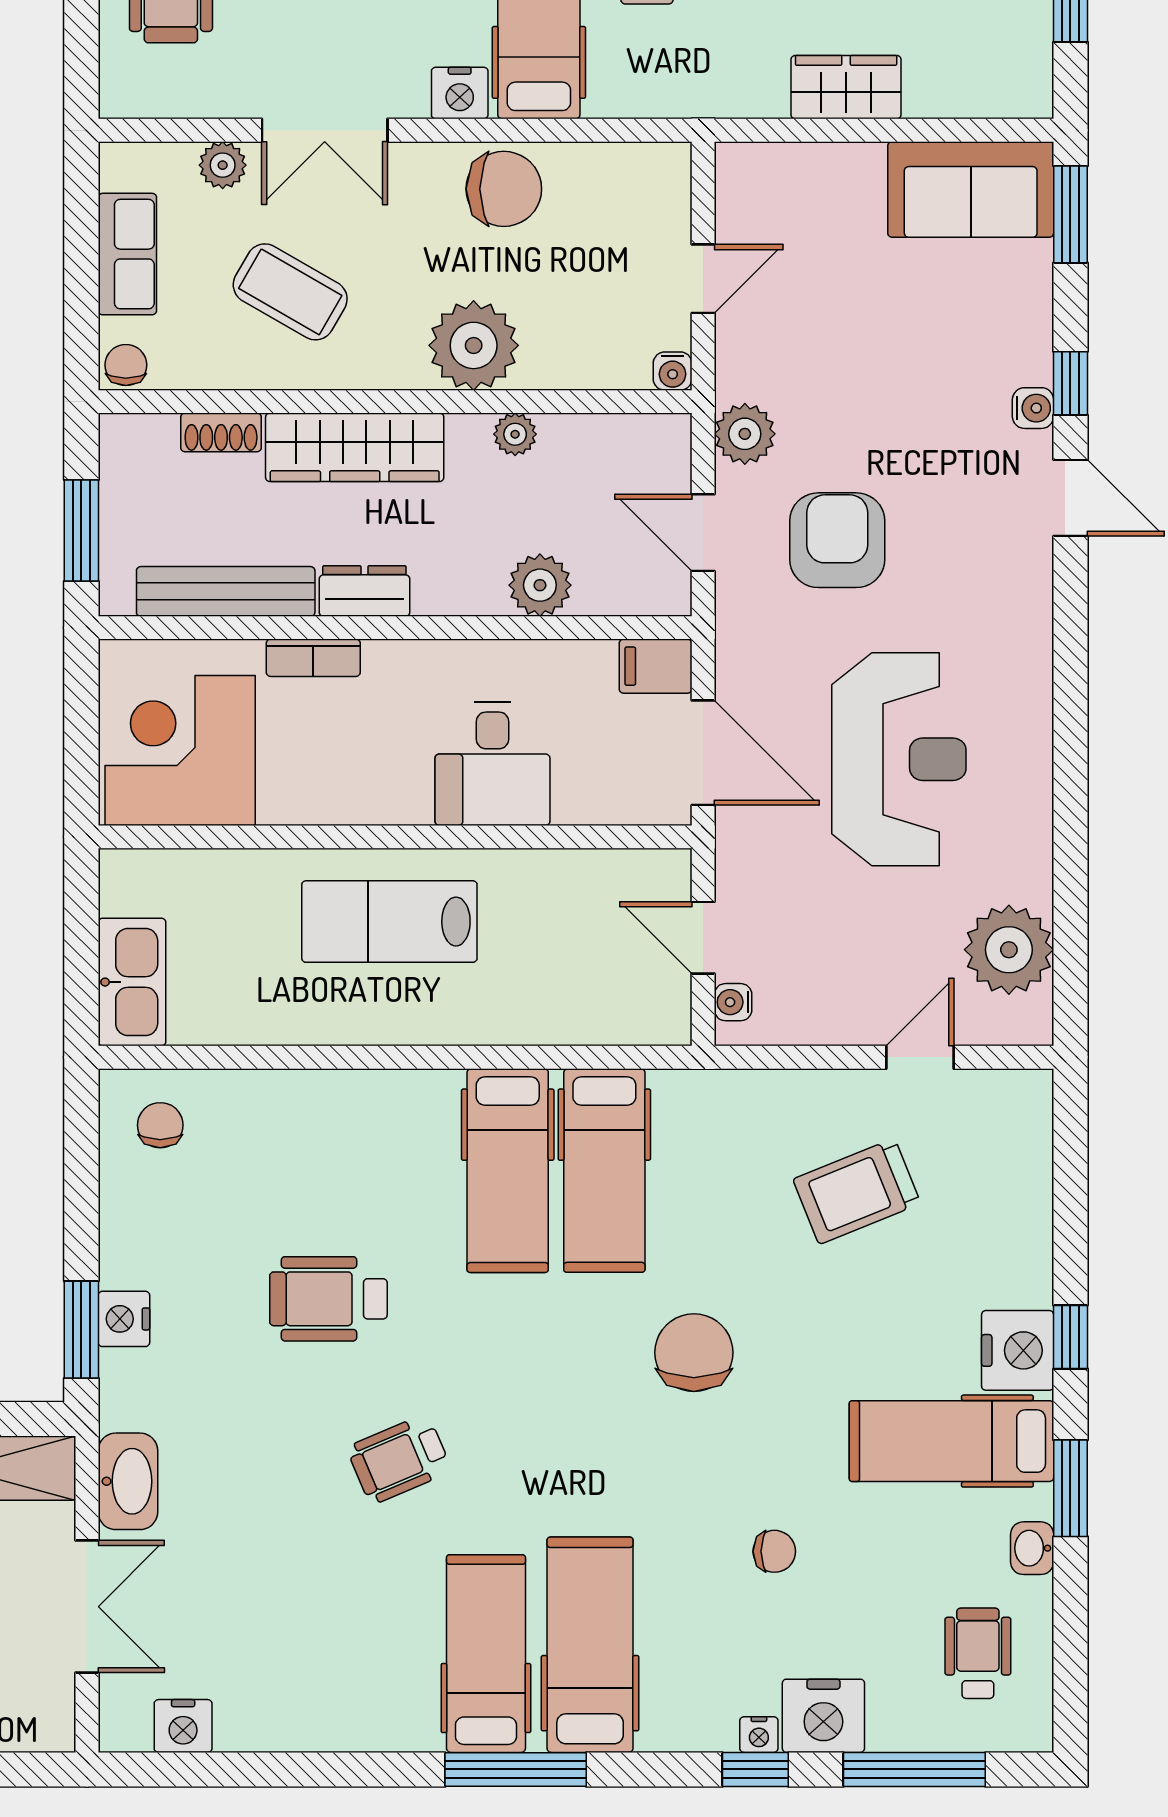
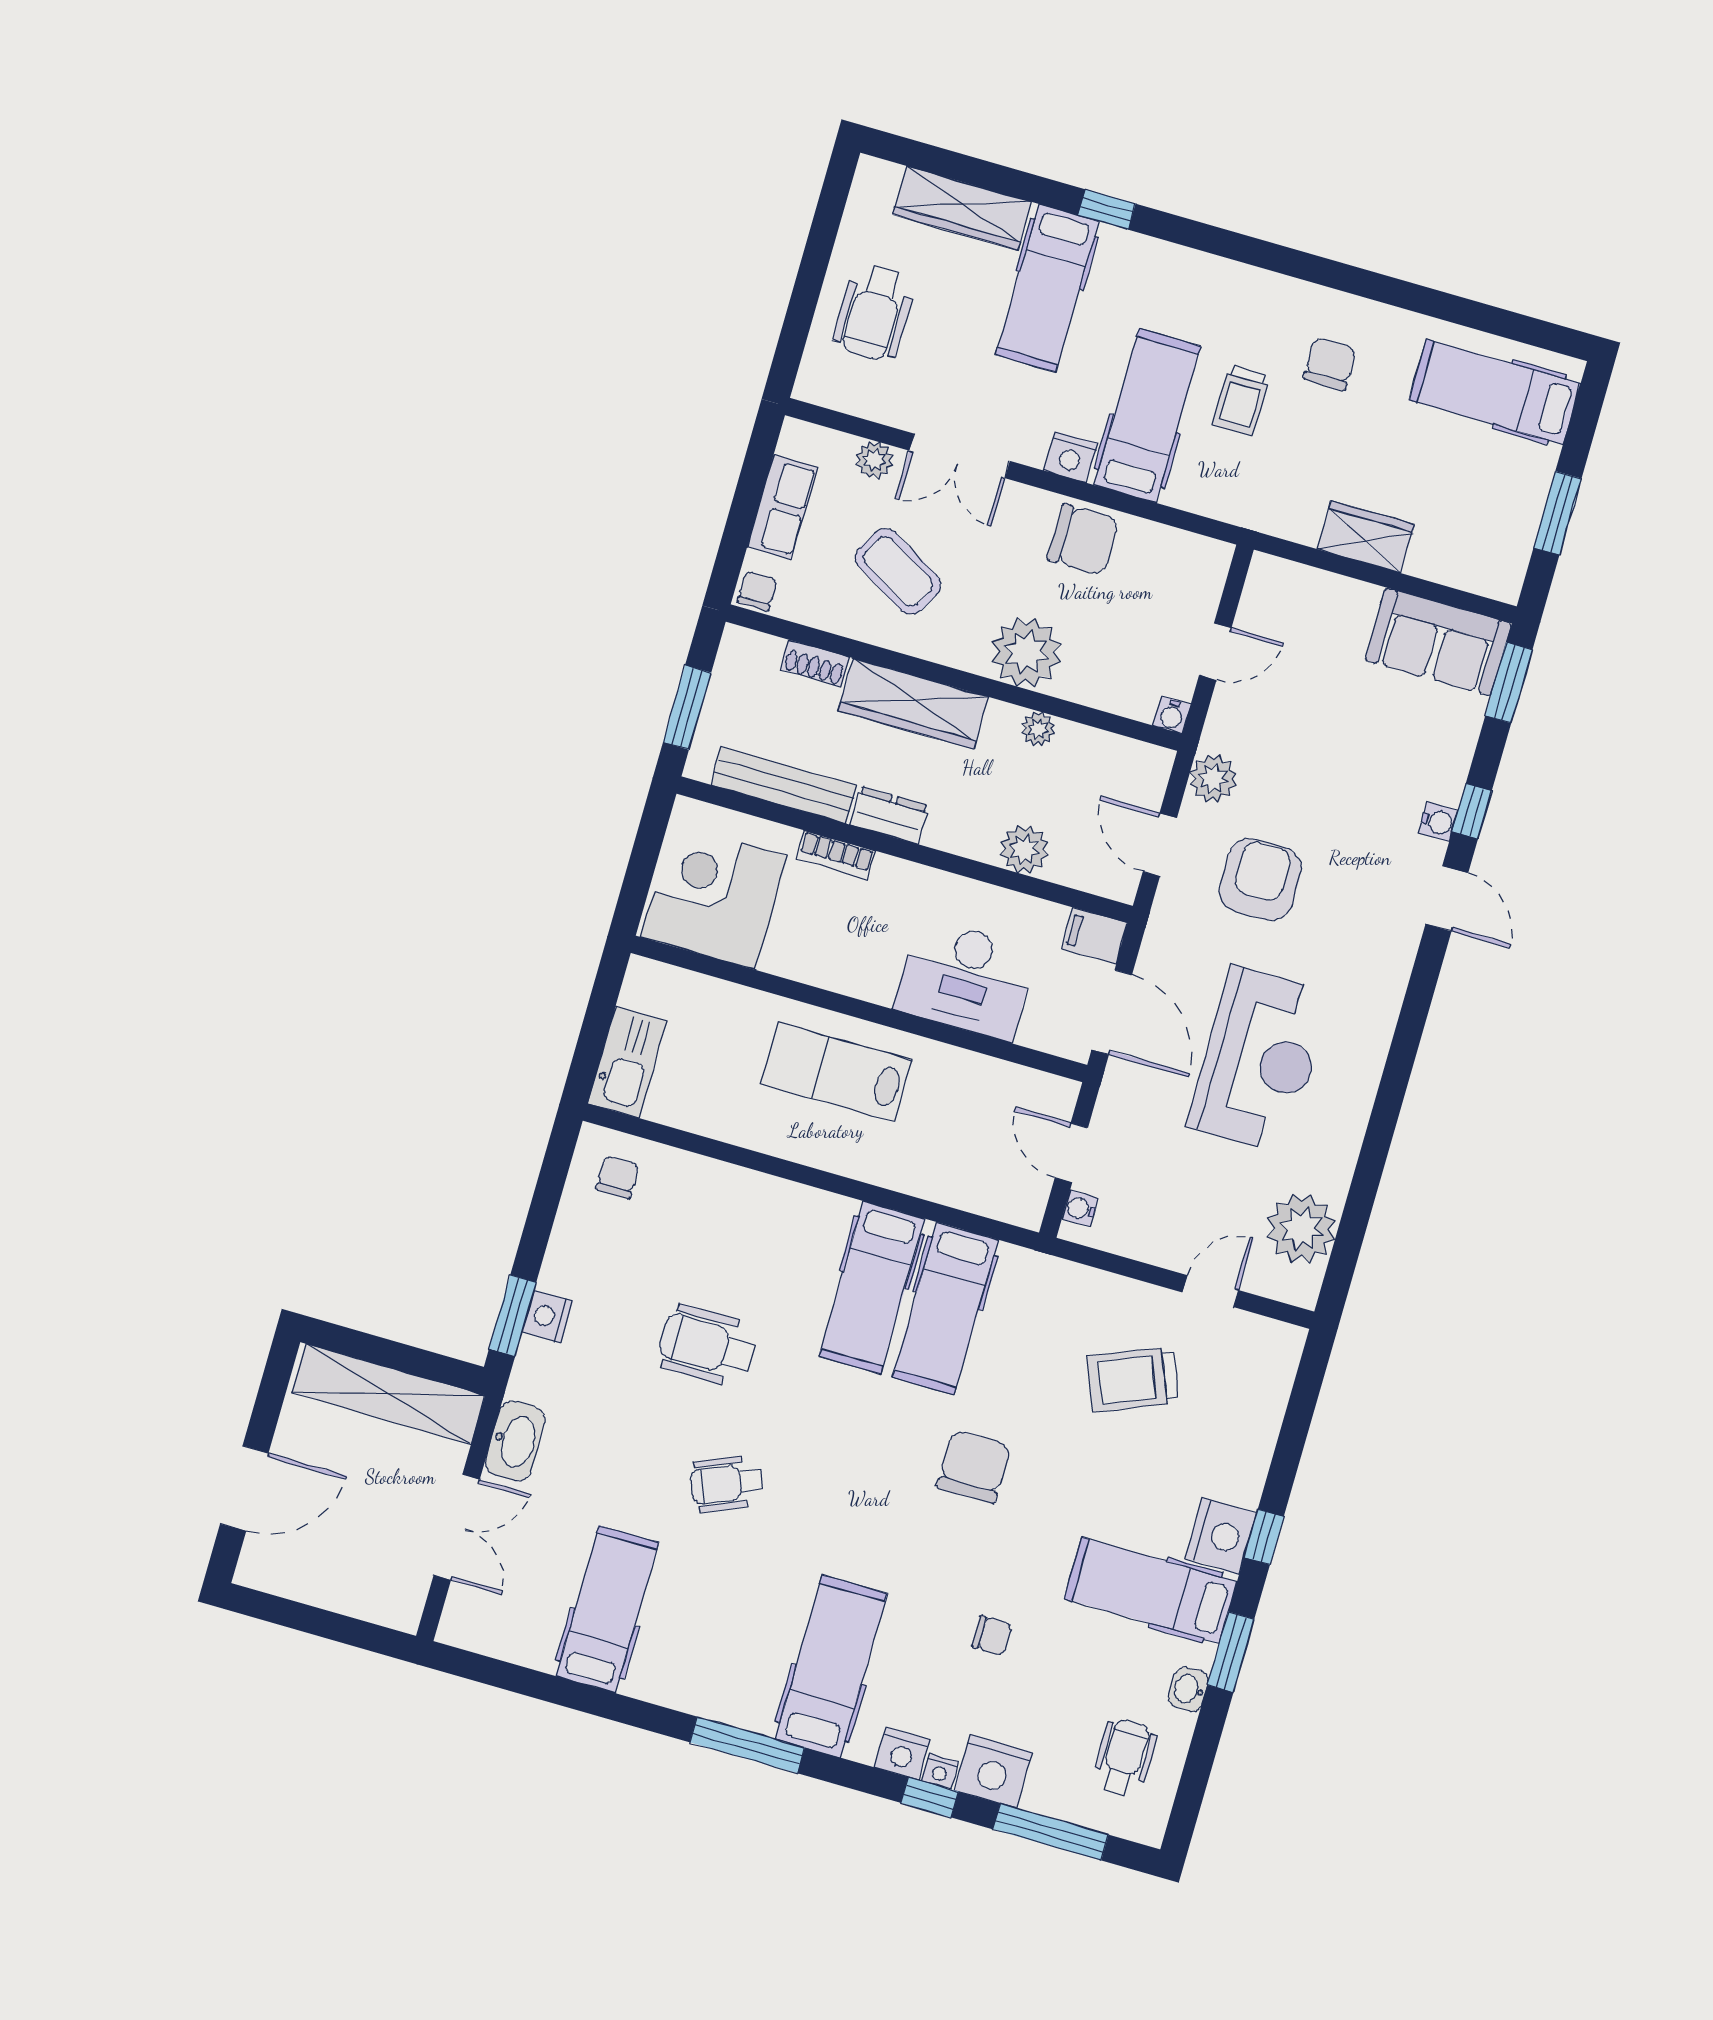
desk: (492, 764) -> (965, 979), width x1.37
hospital bed: (486, 1654) -> (607, 1609), moved
nightstand: (183, 1726) -> (902, 1754), moved

